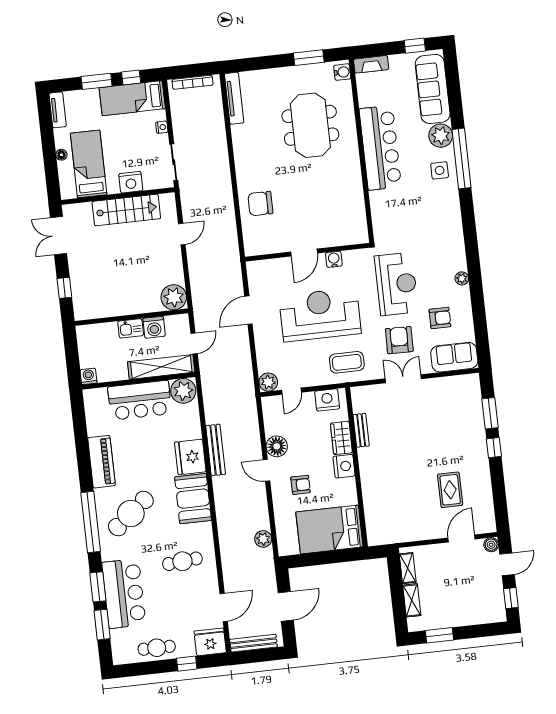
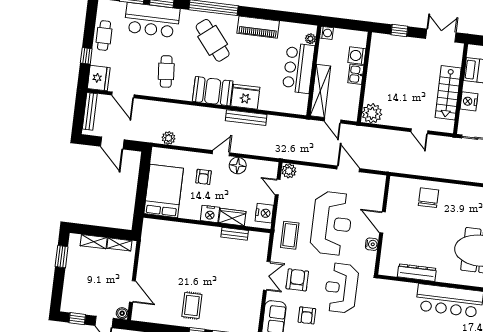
dresser: (355, 196) -> (417, 273), added
reception desk: (396, 284) -> (341, 288), turned 90
washing machine: (154, 327) -> (357, 56), moved
armchair: (399, 340) -> (297, 280), turned -91
plant: (183, 391) -> (310, 39), moved, width x0.53, depth x0.53
rug: (450, 490) -> (192, 306), moved, turned 90

